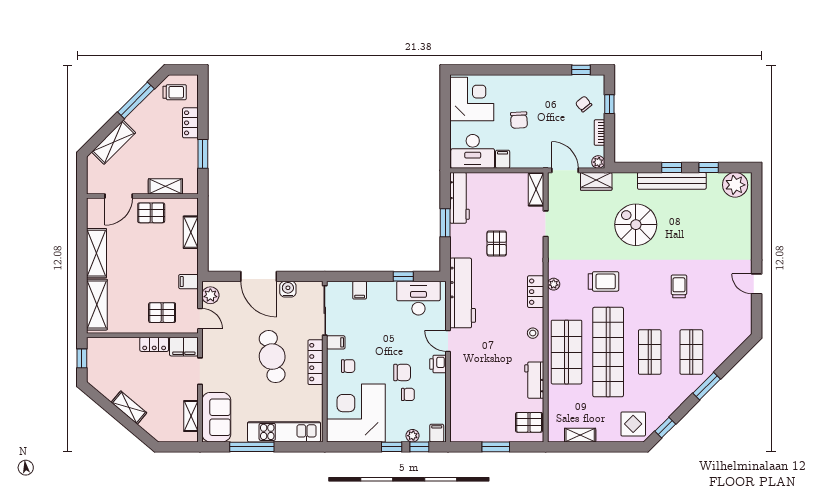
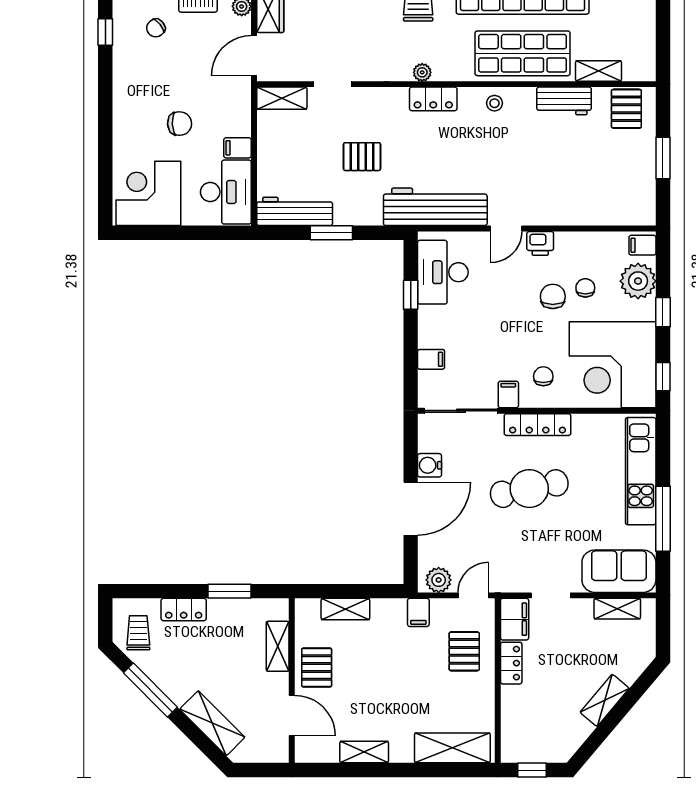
shelving: (96, 253) -> (364, 752), width x0.67, depth x0.75
shelving: (580, 435) -> (598, 71), moved, turned 90
plant: (413, 436) -> (638, 281), width x1.88, depth x1.88
window: (419, 447) -> (663, 377), moved

